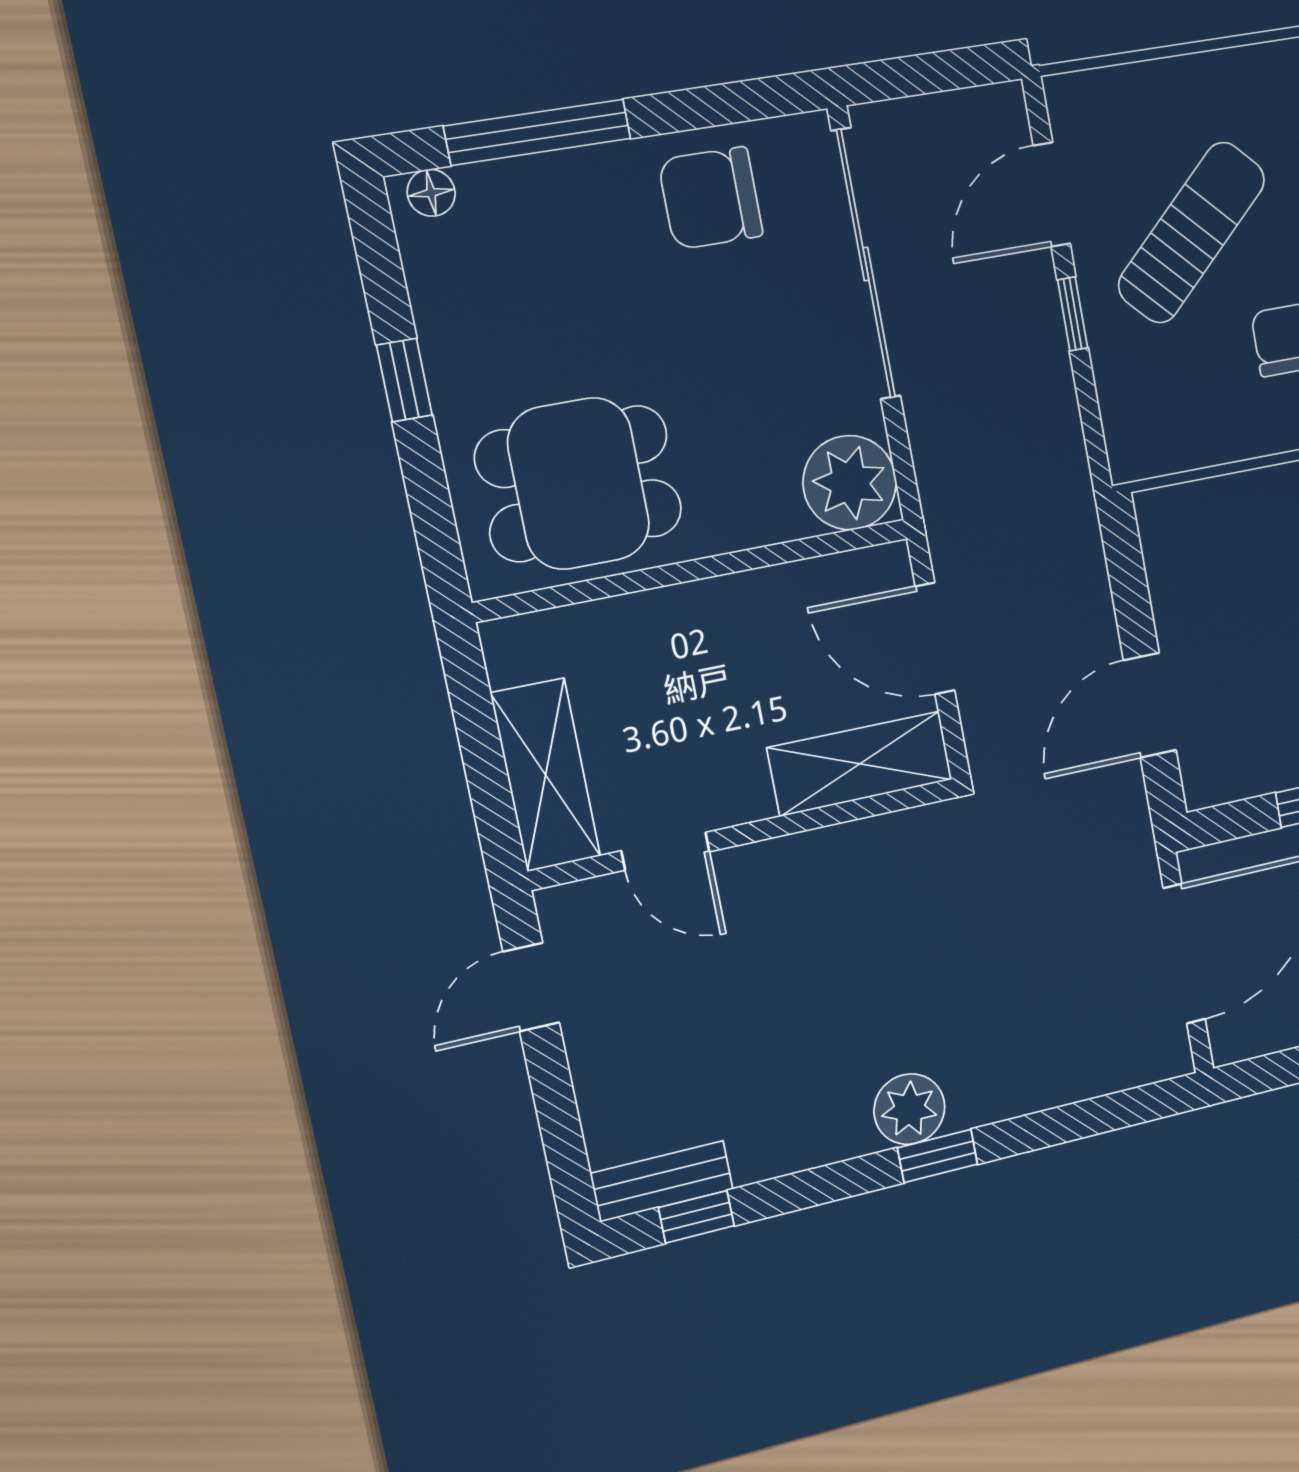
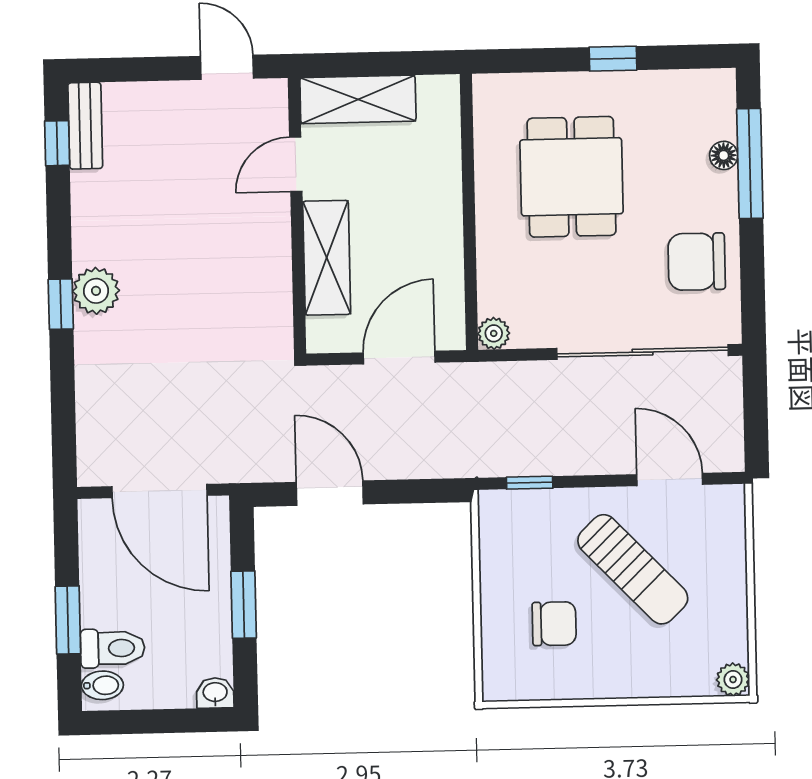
floor lamp: (431, 193) -> (724, 155), moved
chair: (711, 198) -> (697, 262), turned -90
window: (1073, 314) -> (530, 483), moved
plant: (850, 483) -> (494, 333), width x0.53, depth x0.53
dining table: (579, 484) -> (571, 177), moved
shelving: (860, 764) -> (327, 258), moved

